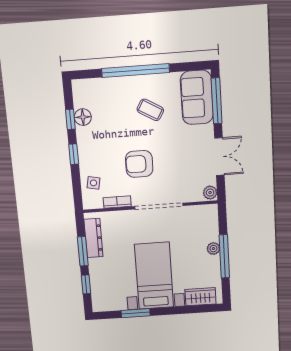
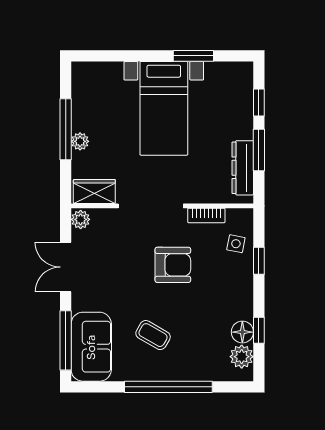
plant: (82, 98) -> (242, 357), added
window: (74, 154) -> (259, 261), moved
wardrobe: (200, 297) -> (94, 191), moved, turned 180

